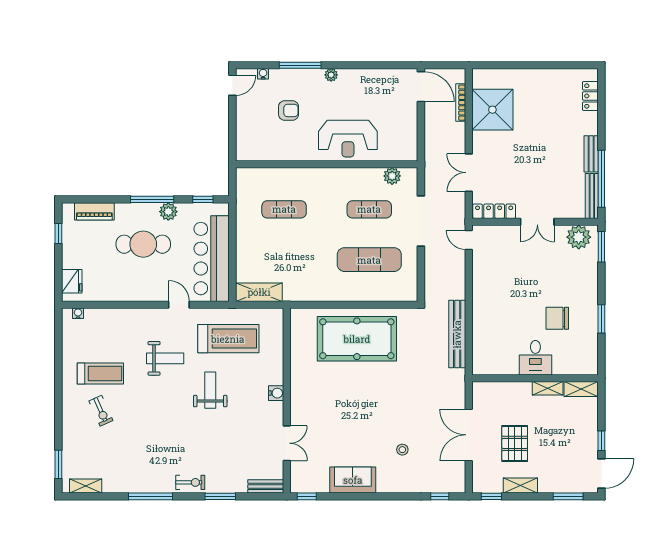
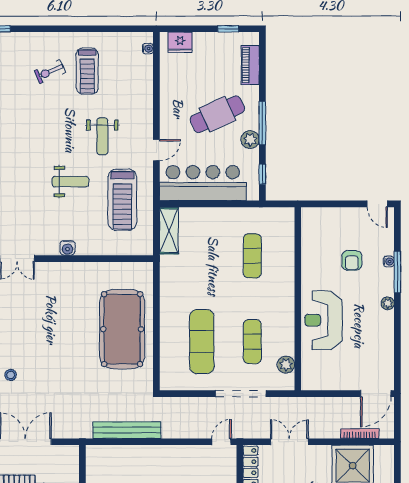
water cooler: (263, 74) -> (389, 262), moved
cafe table: (143, 244) -> (217, 114), turned 65

